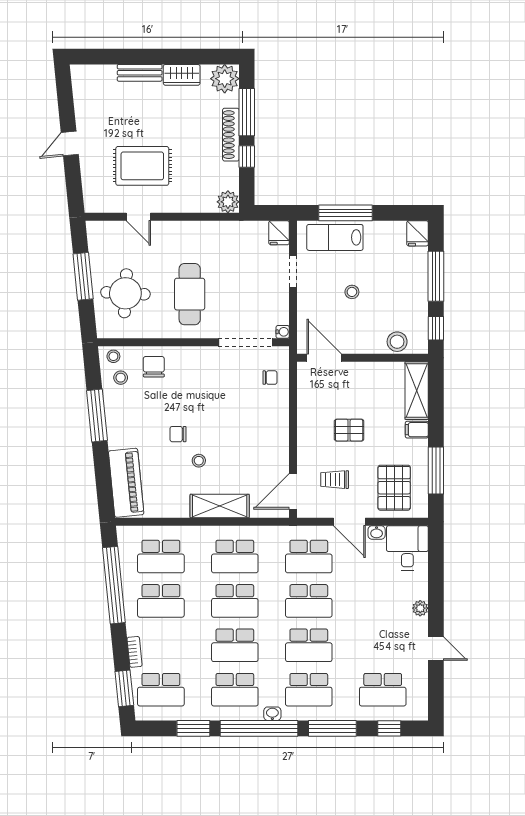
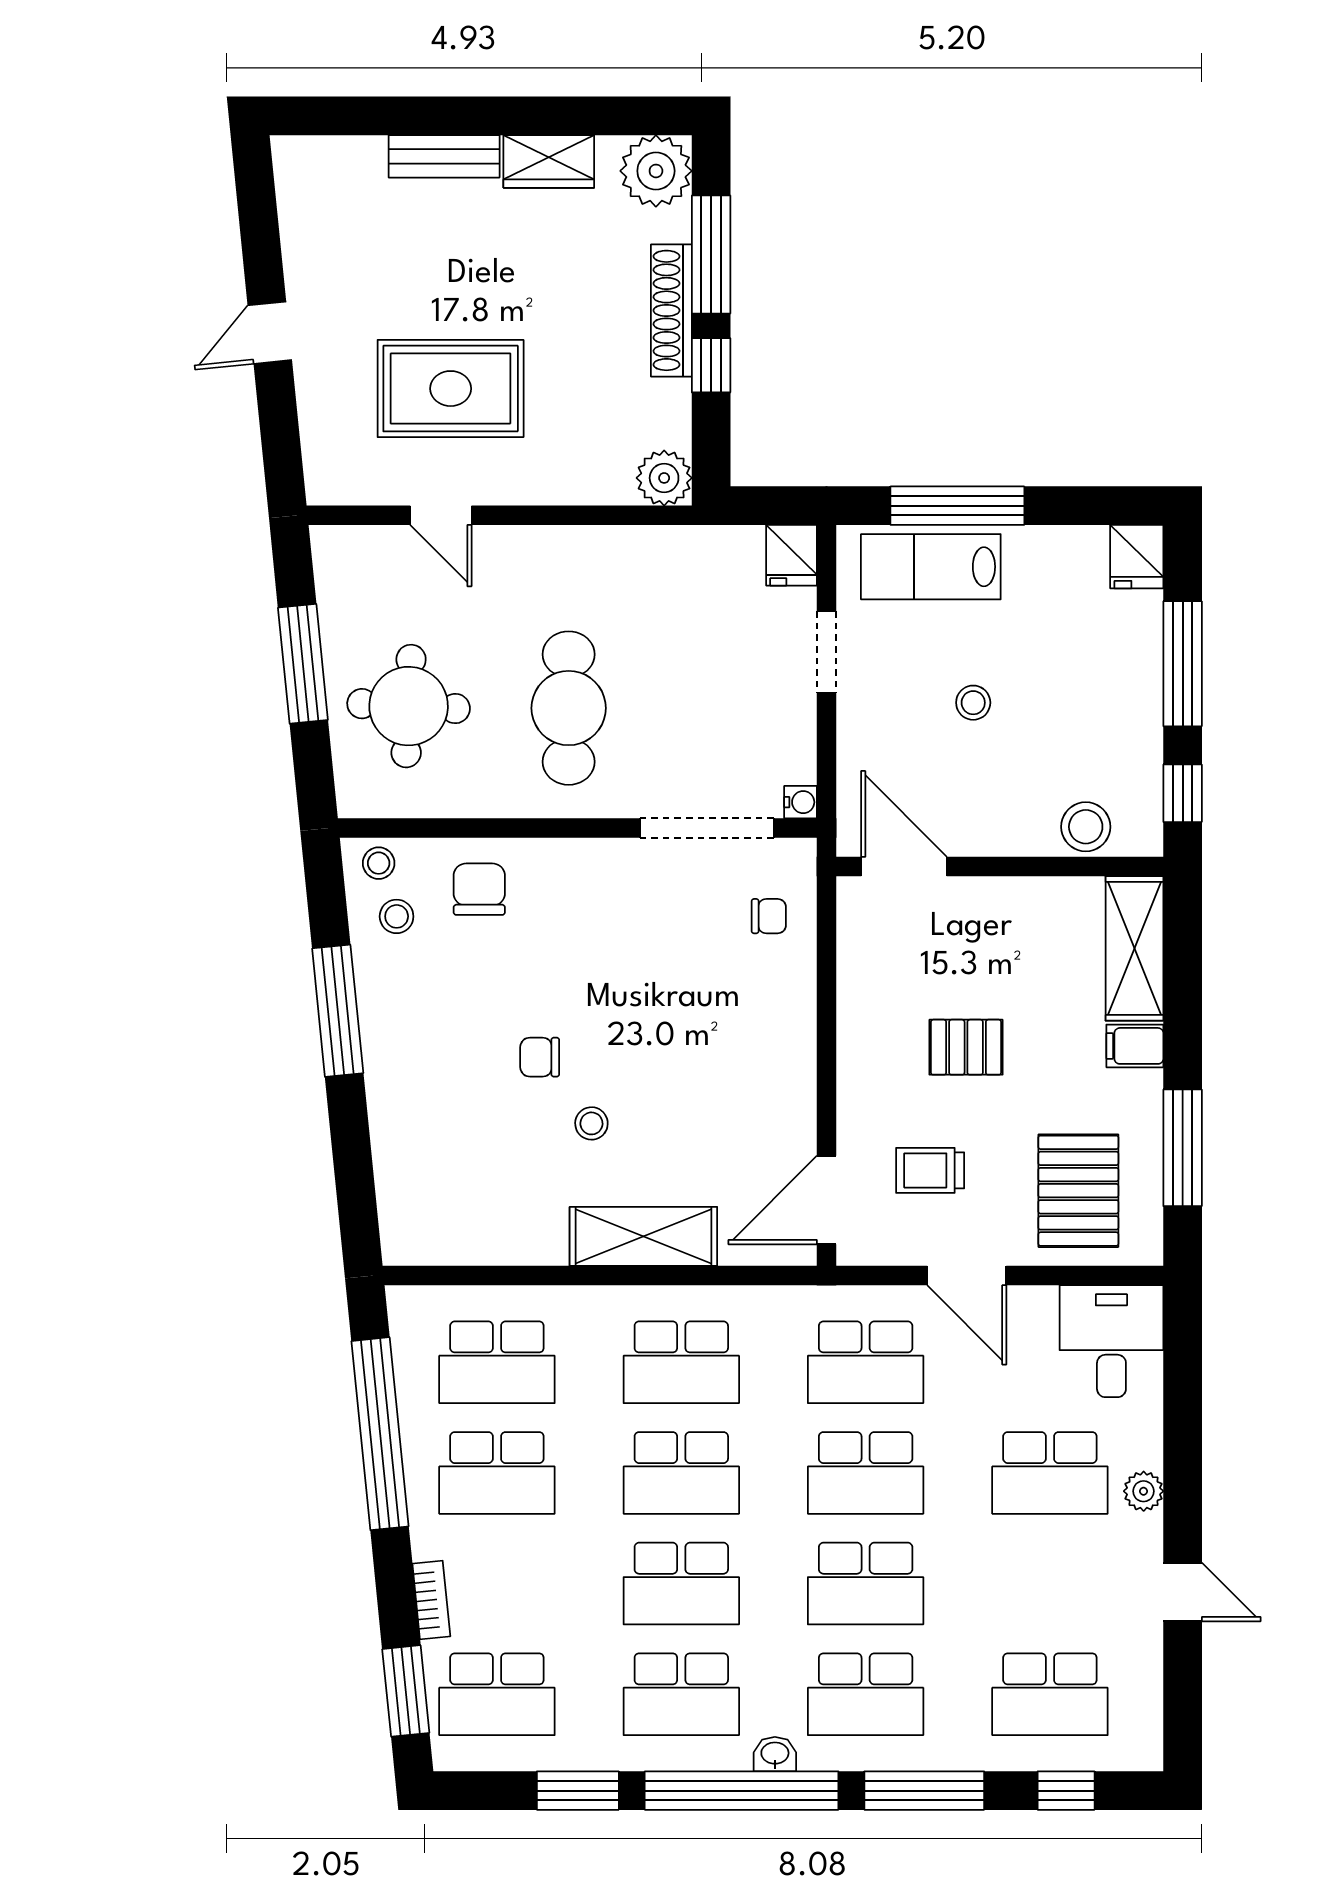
piano: (126, 483) -> (410, 1178), removed
washbasin: (377, 532) -> (1035, 1302), removed
school desk: (383, 601) -> (1050, 1473), added

